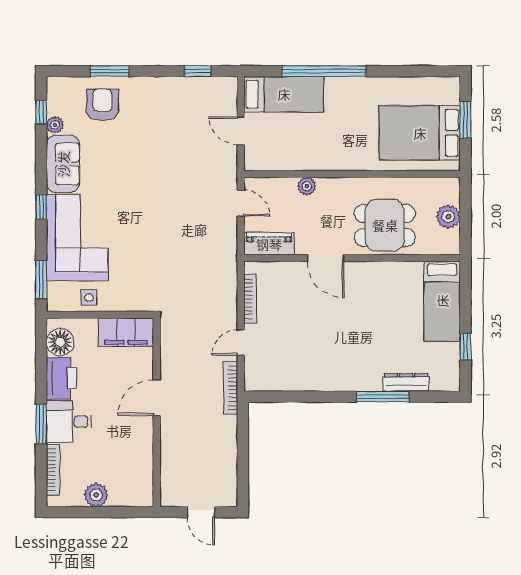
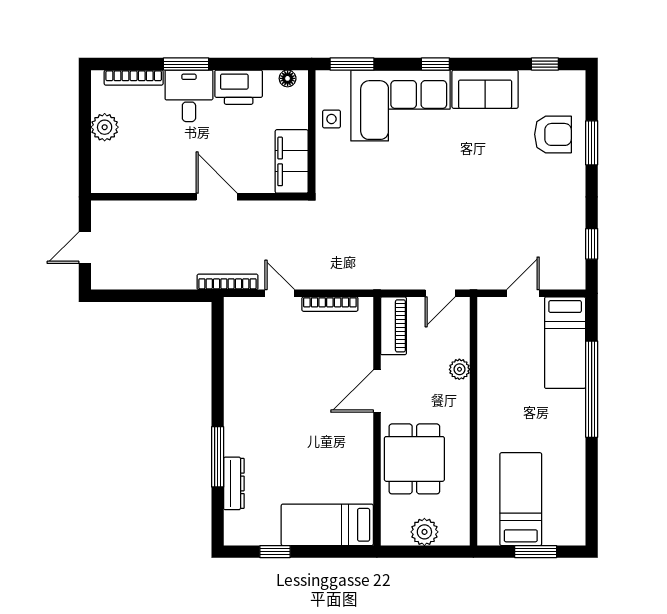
plant: (55, 125) -> (530, 80), removed
bed: (420, 133) -> (521, 499), width x0.67
floor lamp: (60, 342) -> (288, 78), width x0.53, depth x0.53

